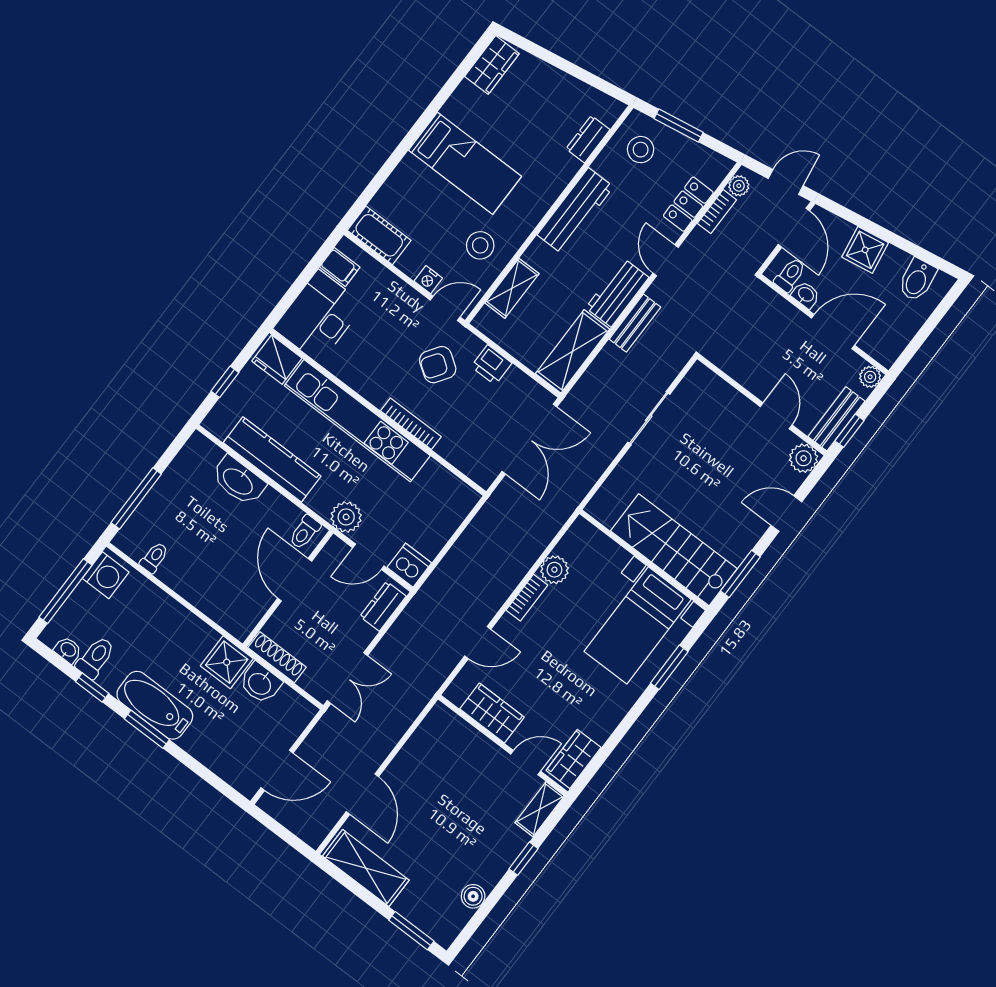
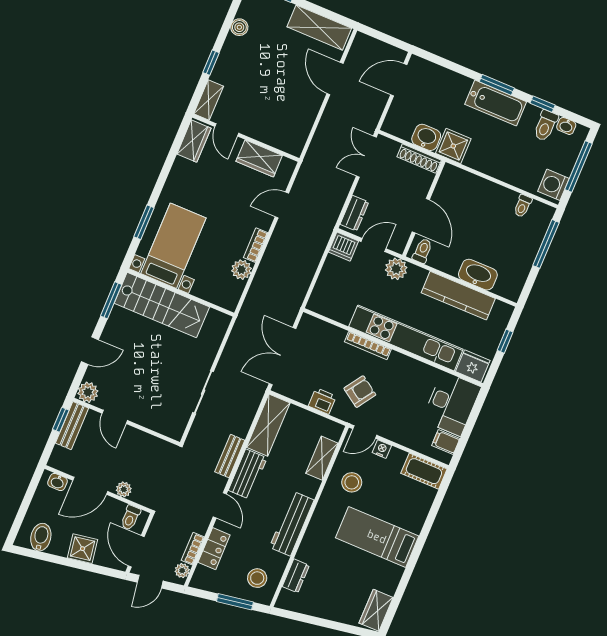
washbasin: (806, 295) -> (58, 482), moved
plant: (870, 377) -> (124, 489), moved
door: (526, 763) -> (227, 130), hinge flipped

